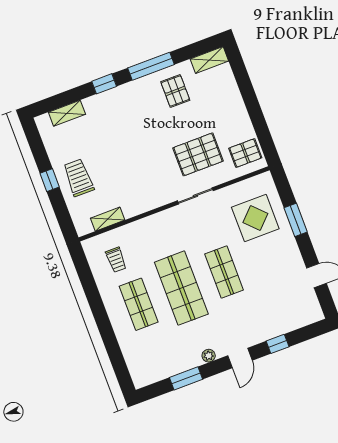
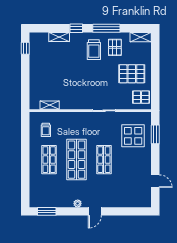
shelving: (67, 113) -> (59, 37), moved
pallet: (198, 154) -> (132, 74), moved
trolley: (79, 178) -> (94, 50), moved, turned 180
window: (50, 180) -> (25, 48), moved
window: (296, 220) -> (155, 134), moved
window: (278, 344) -> (119, 211), removed
window: (186, 378) -> (47, 211), moved

